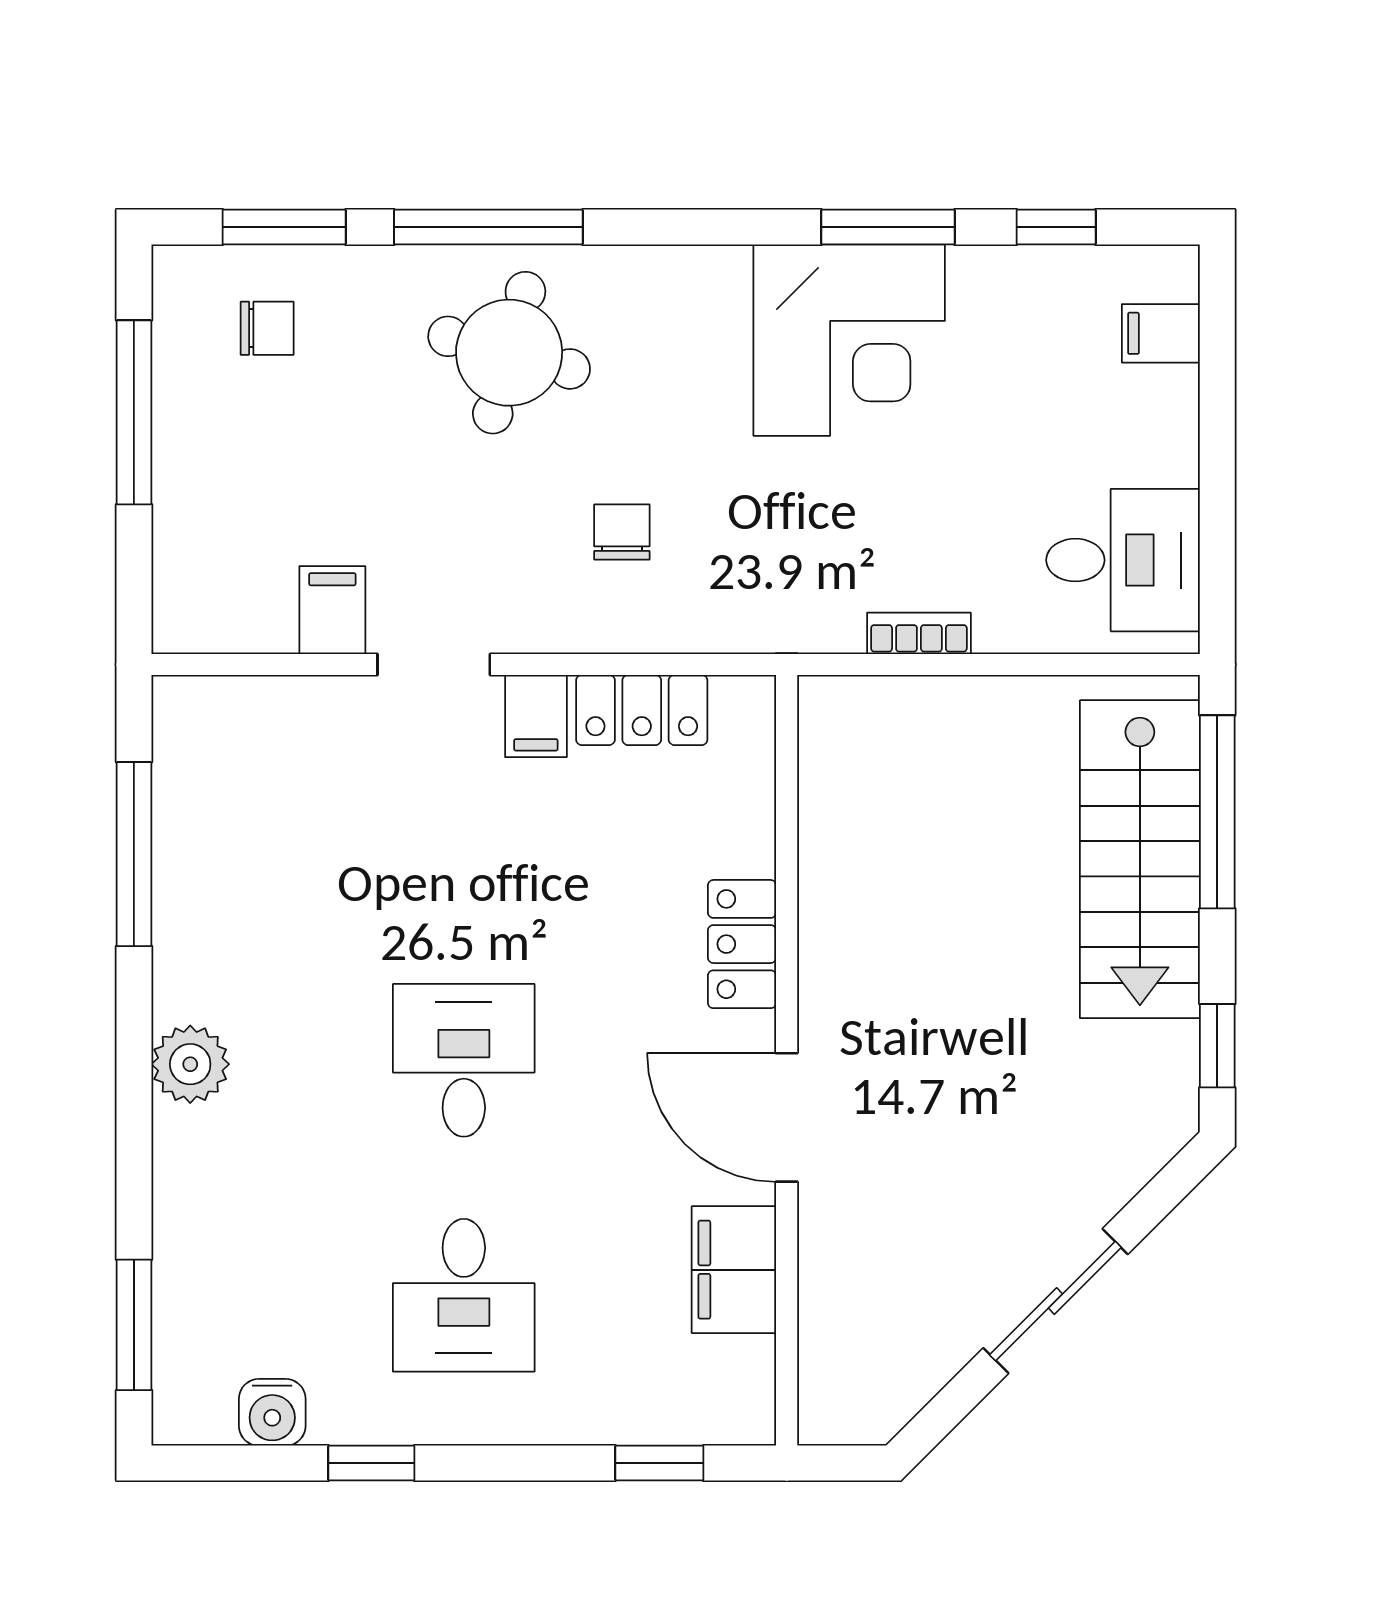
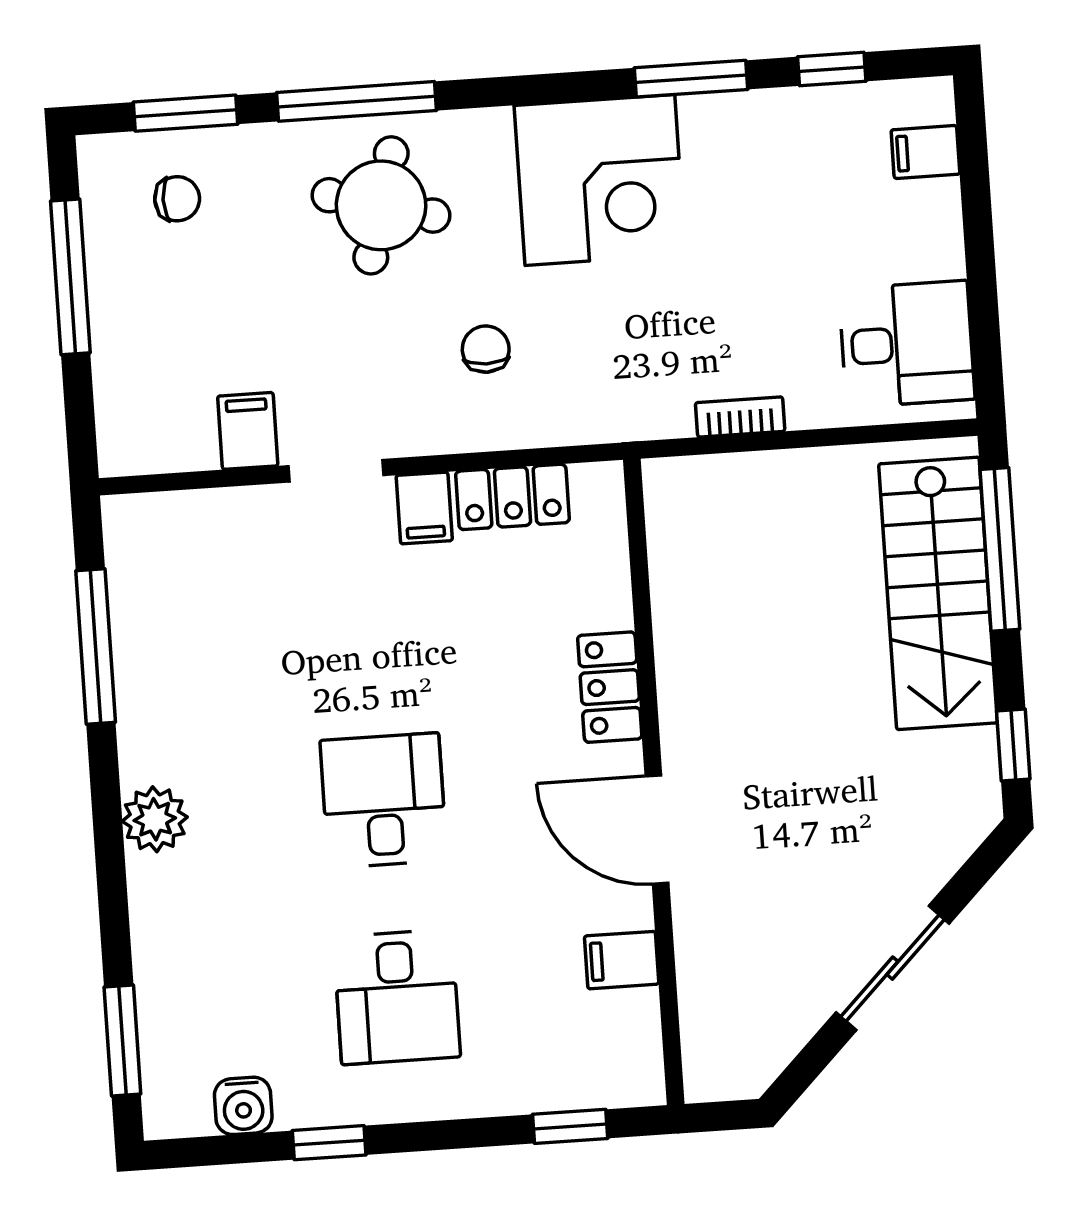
corner desk: (849, 340) -> (600, 180), moved
filing cabinet: (734, 1270) -> (622, 960), width x0.50

